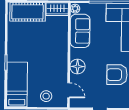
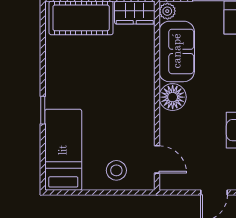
floor lamp: (77, 67) -> (173, 97), moved

